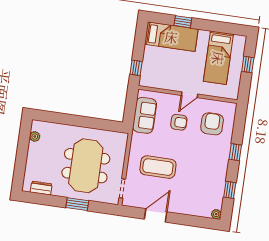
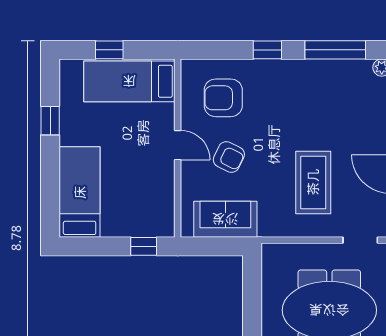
window: (183, 22) -> (50, 121), moved
bed: (218, 58) -> (129, 81), moved, turned 180
armchair: (179, 122) -> (229, 157), turned 116
window: (230, 190) -> (335, 50), width x2.17

